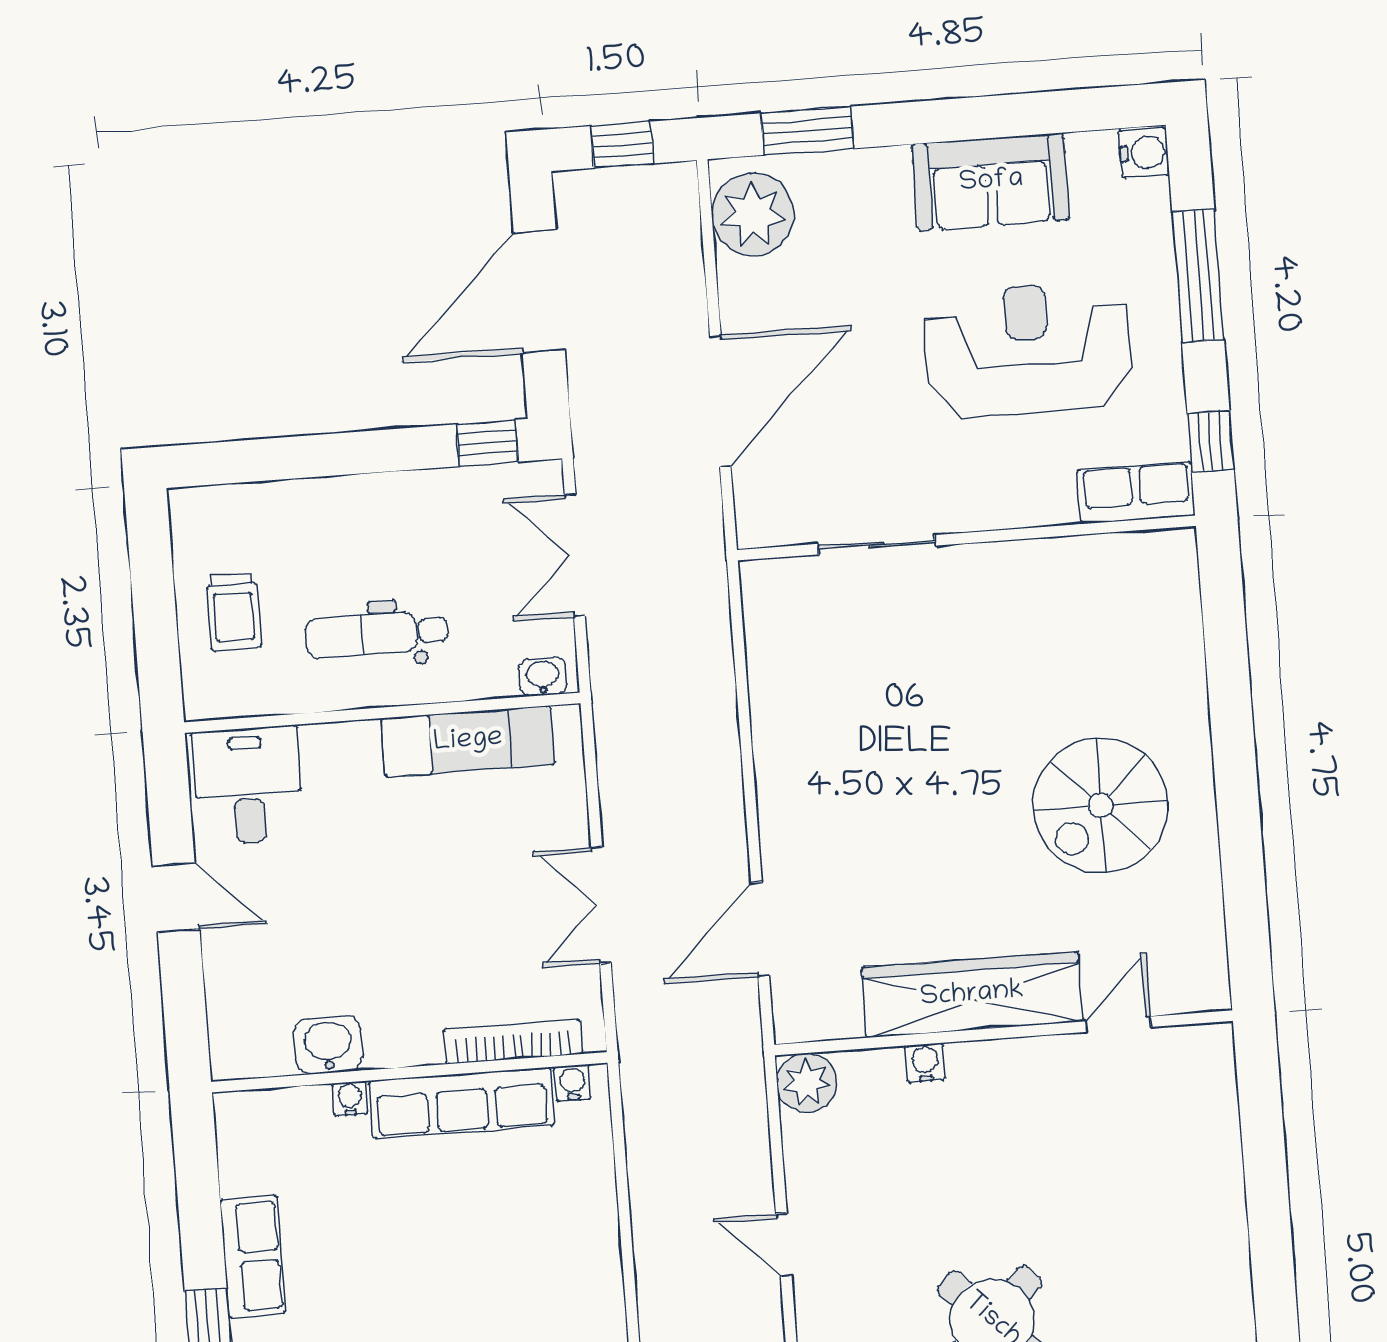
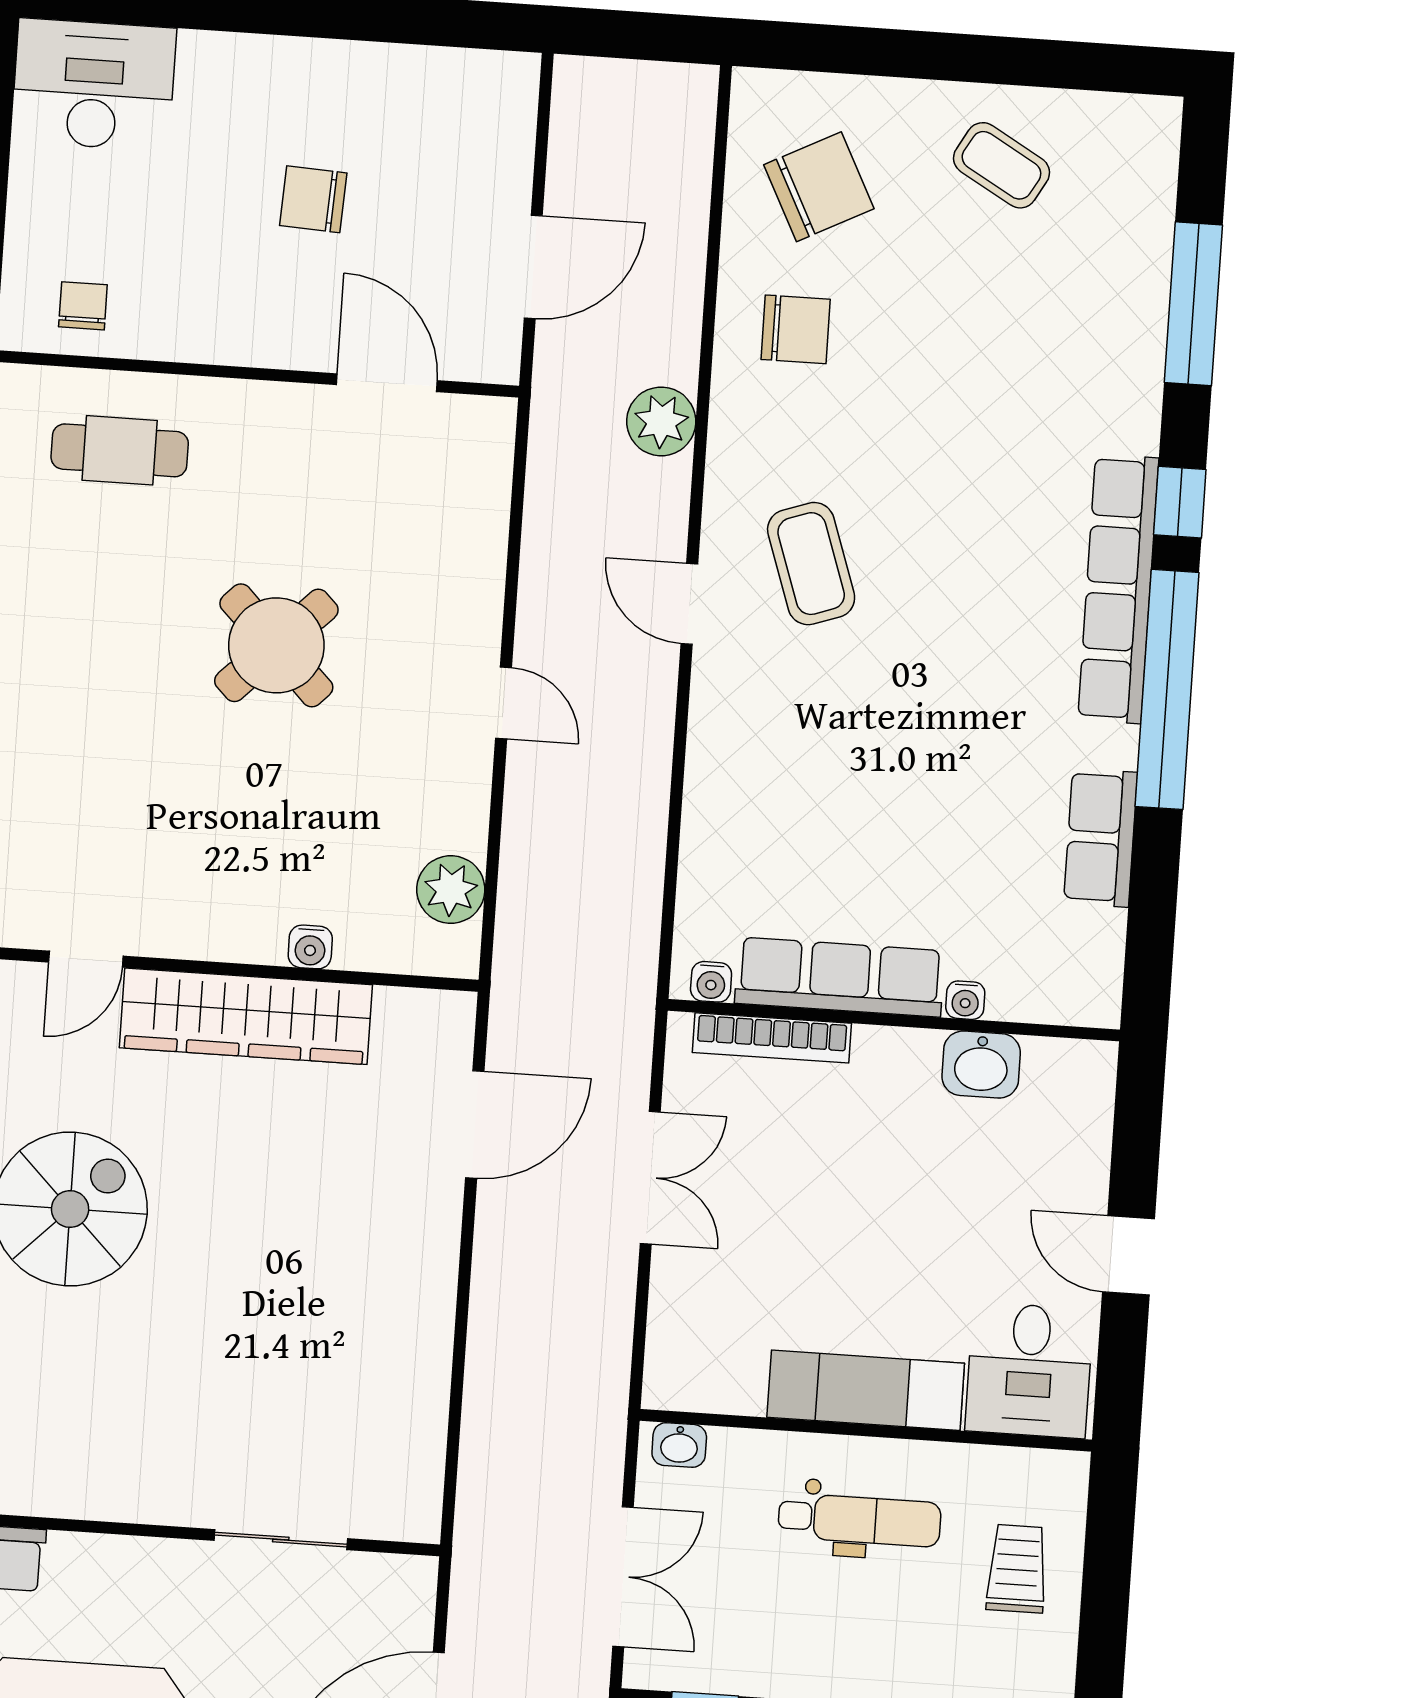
exam couch: (468, 741) -> (866, 1390), moved
plant: (807, 1083) -> (451, 890), moved
door: (784, 1245) -> (503, 703), moved

